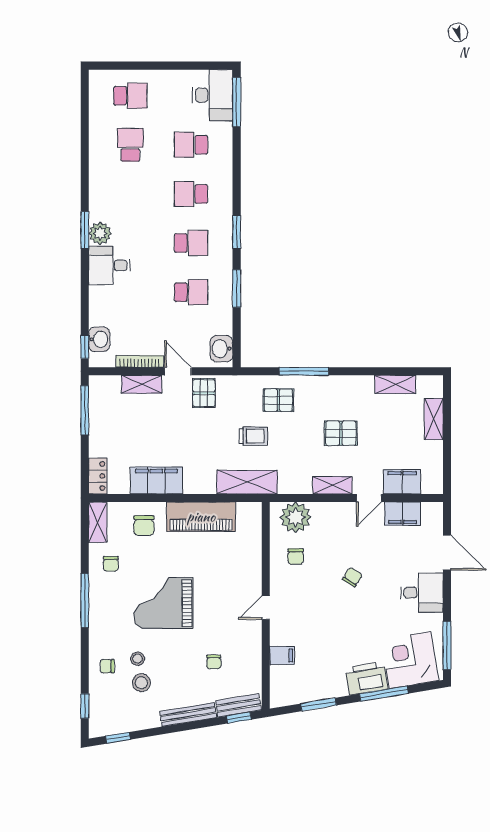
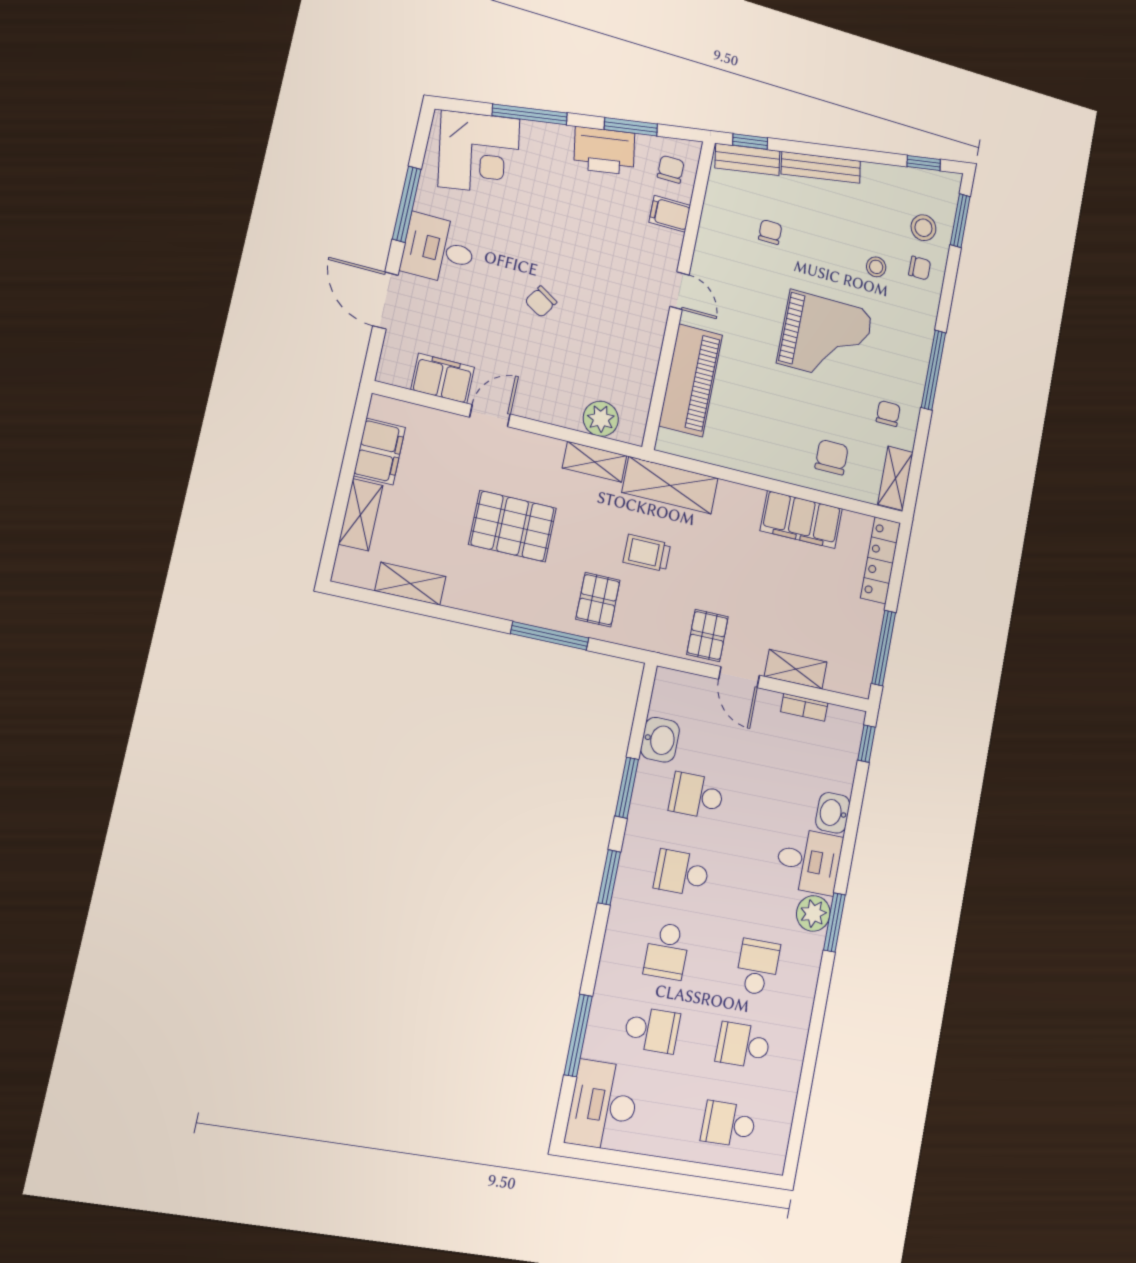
window: (237, 102) -> (578, 1035), moved
school desk: (130, 145) -> (743, 1045), turned 90
school desk: (130, 194) -> (758, 967), added
school desk: (191, 194) -> (667, 951), turned 90
washbasin: (99, 339) -> (833, 813), moved
washbasin: (221, 349) -> (660, 740), moved
bookcase: (140, 361) -> (804, 707), width x0.64
pallet: (278, 400) -> (598, 600), turned 90
pallet: (341, 433) -> (513, 526), width x1.50, depth x1.42
locker: (98, 476) -> (880, 560), width x1.53
filing cabinet: (402, 482) -> (379, 452), moved, turned -90
shelving: (332, 485) -> (595, 462), moved
piano: (201, 517) -> (691, 380), moved, turned 90
plant: (296, 517) -> (601, 419), width x0.73, depth x0.73
chair: (296, 556) -> (671, 169), moved
door: (266, 608) -> (679, 291), hinge flipped
window: (447, 645) -> (407, 204), moved
printer: (366, 678) -> (604, 151), moved
stool: (141, 683) -> (923, 228), moved
window: (85, 706) -> (960, 221), width x1.50

